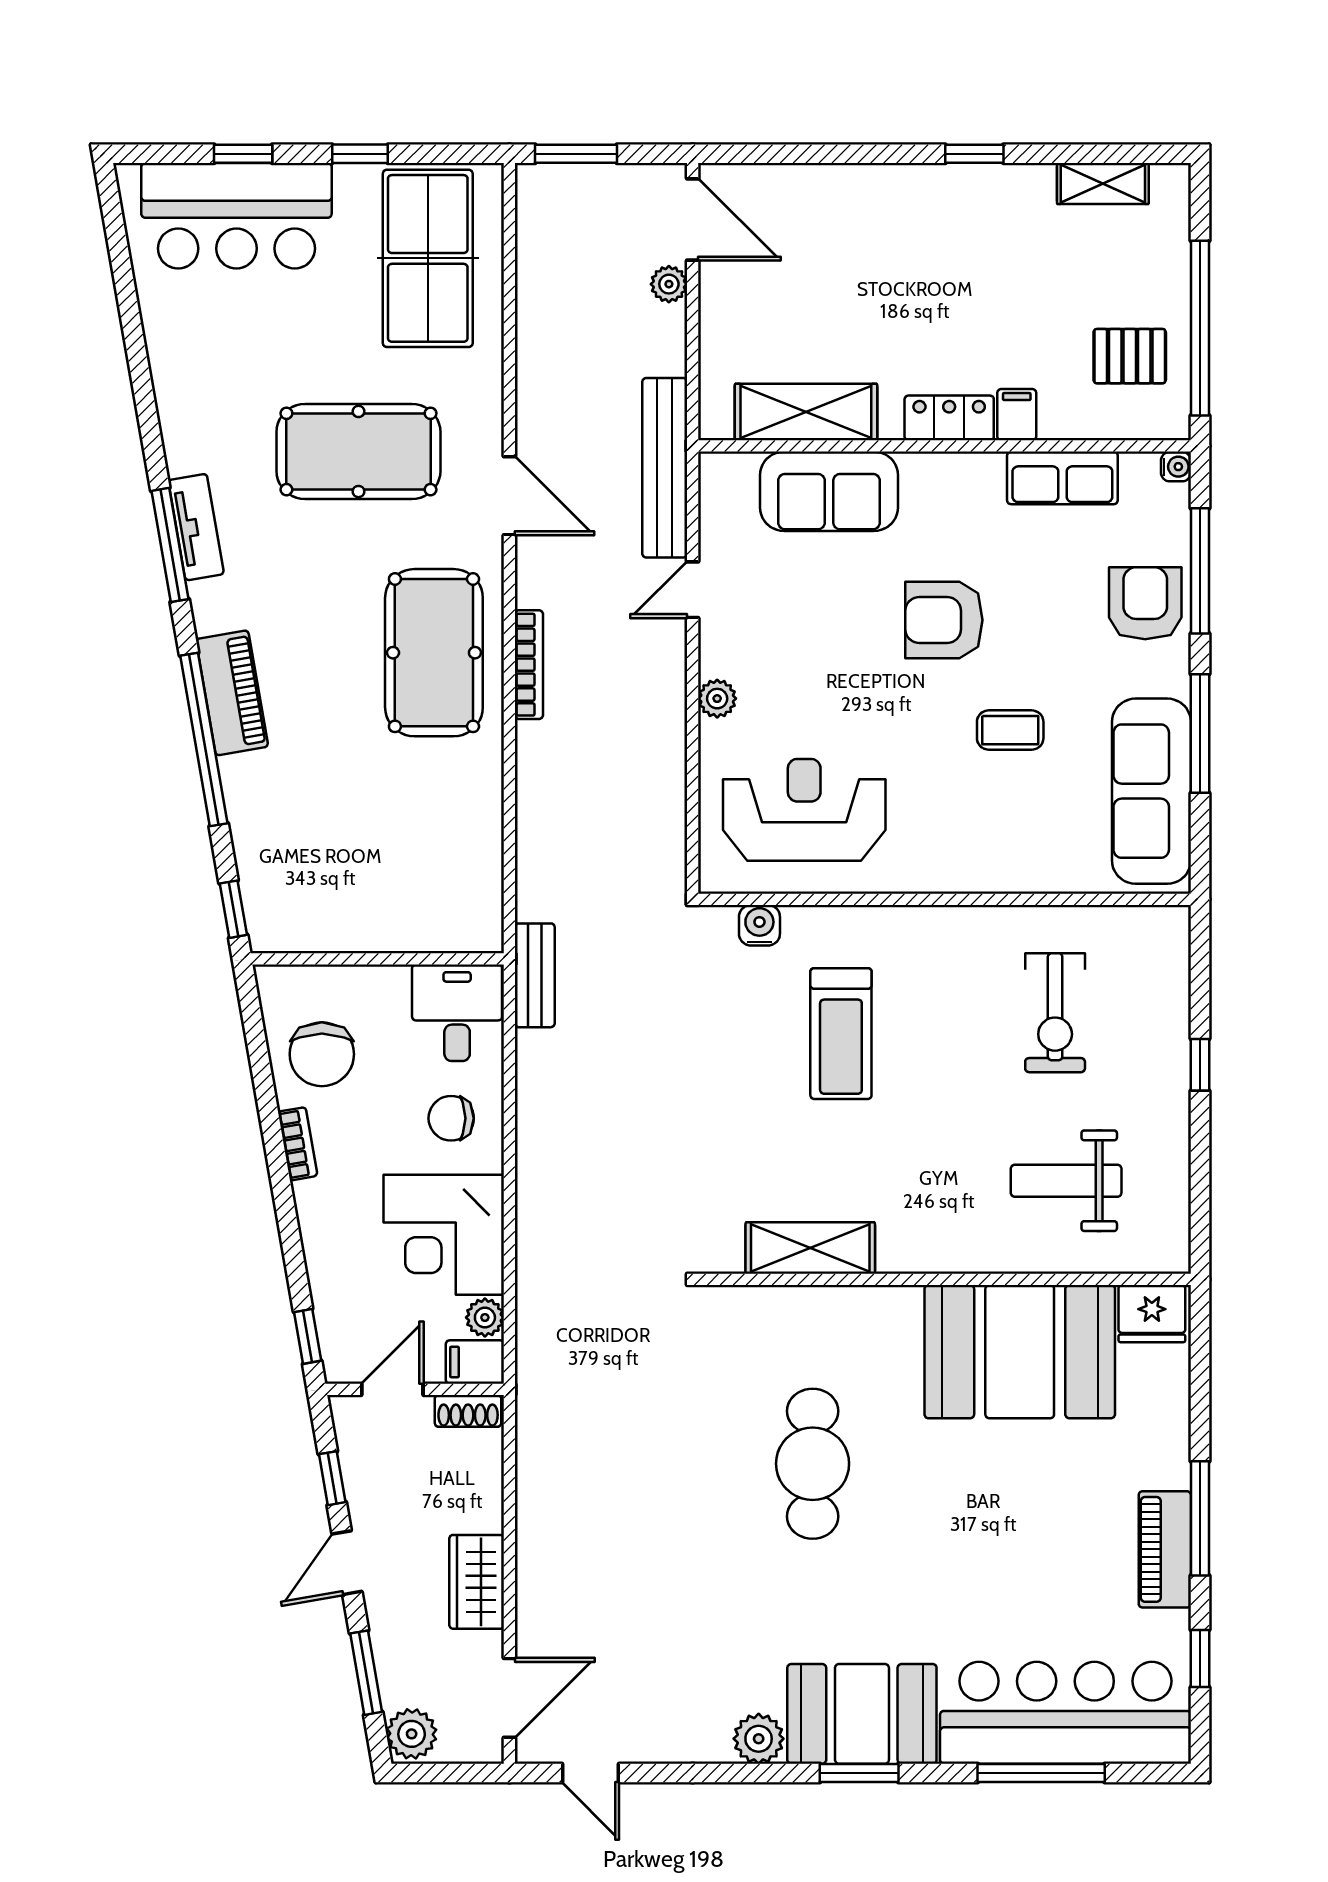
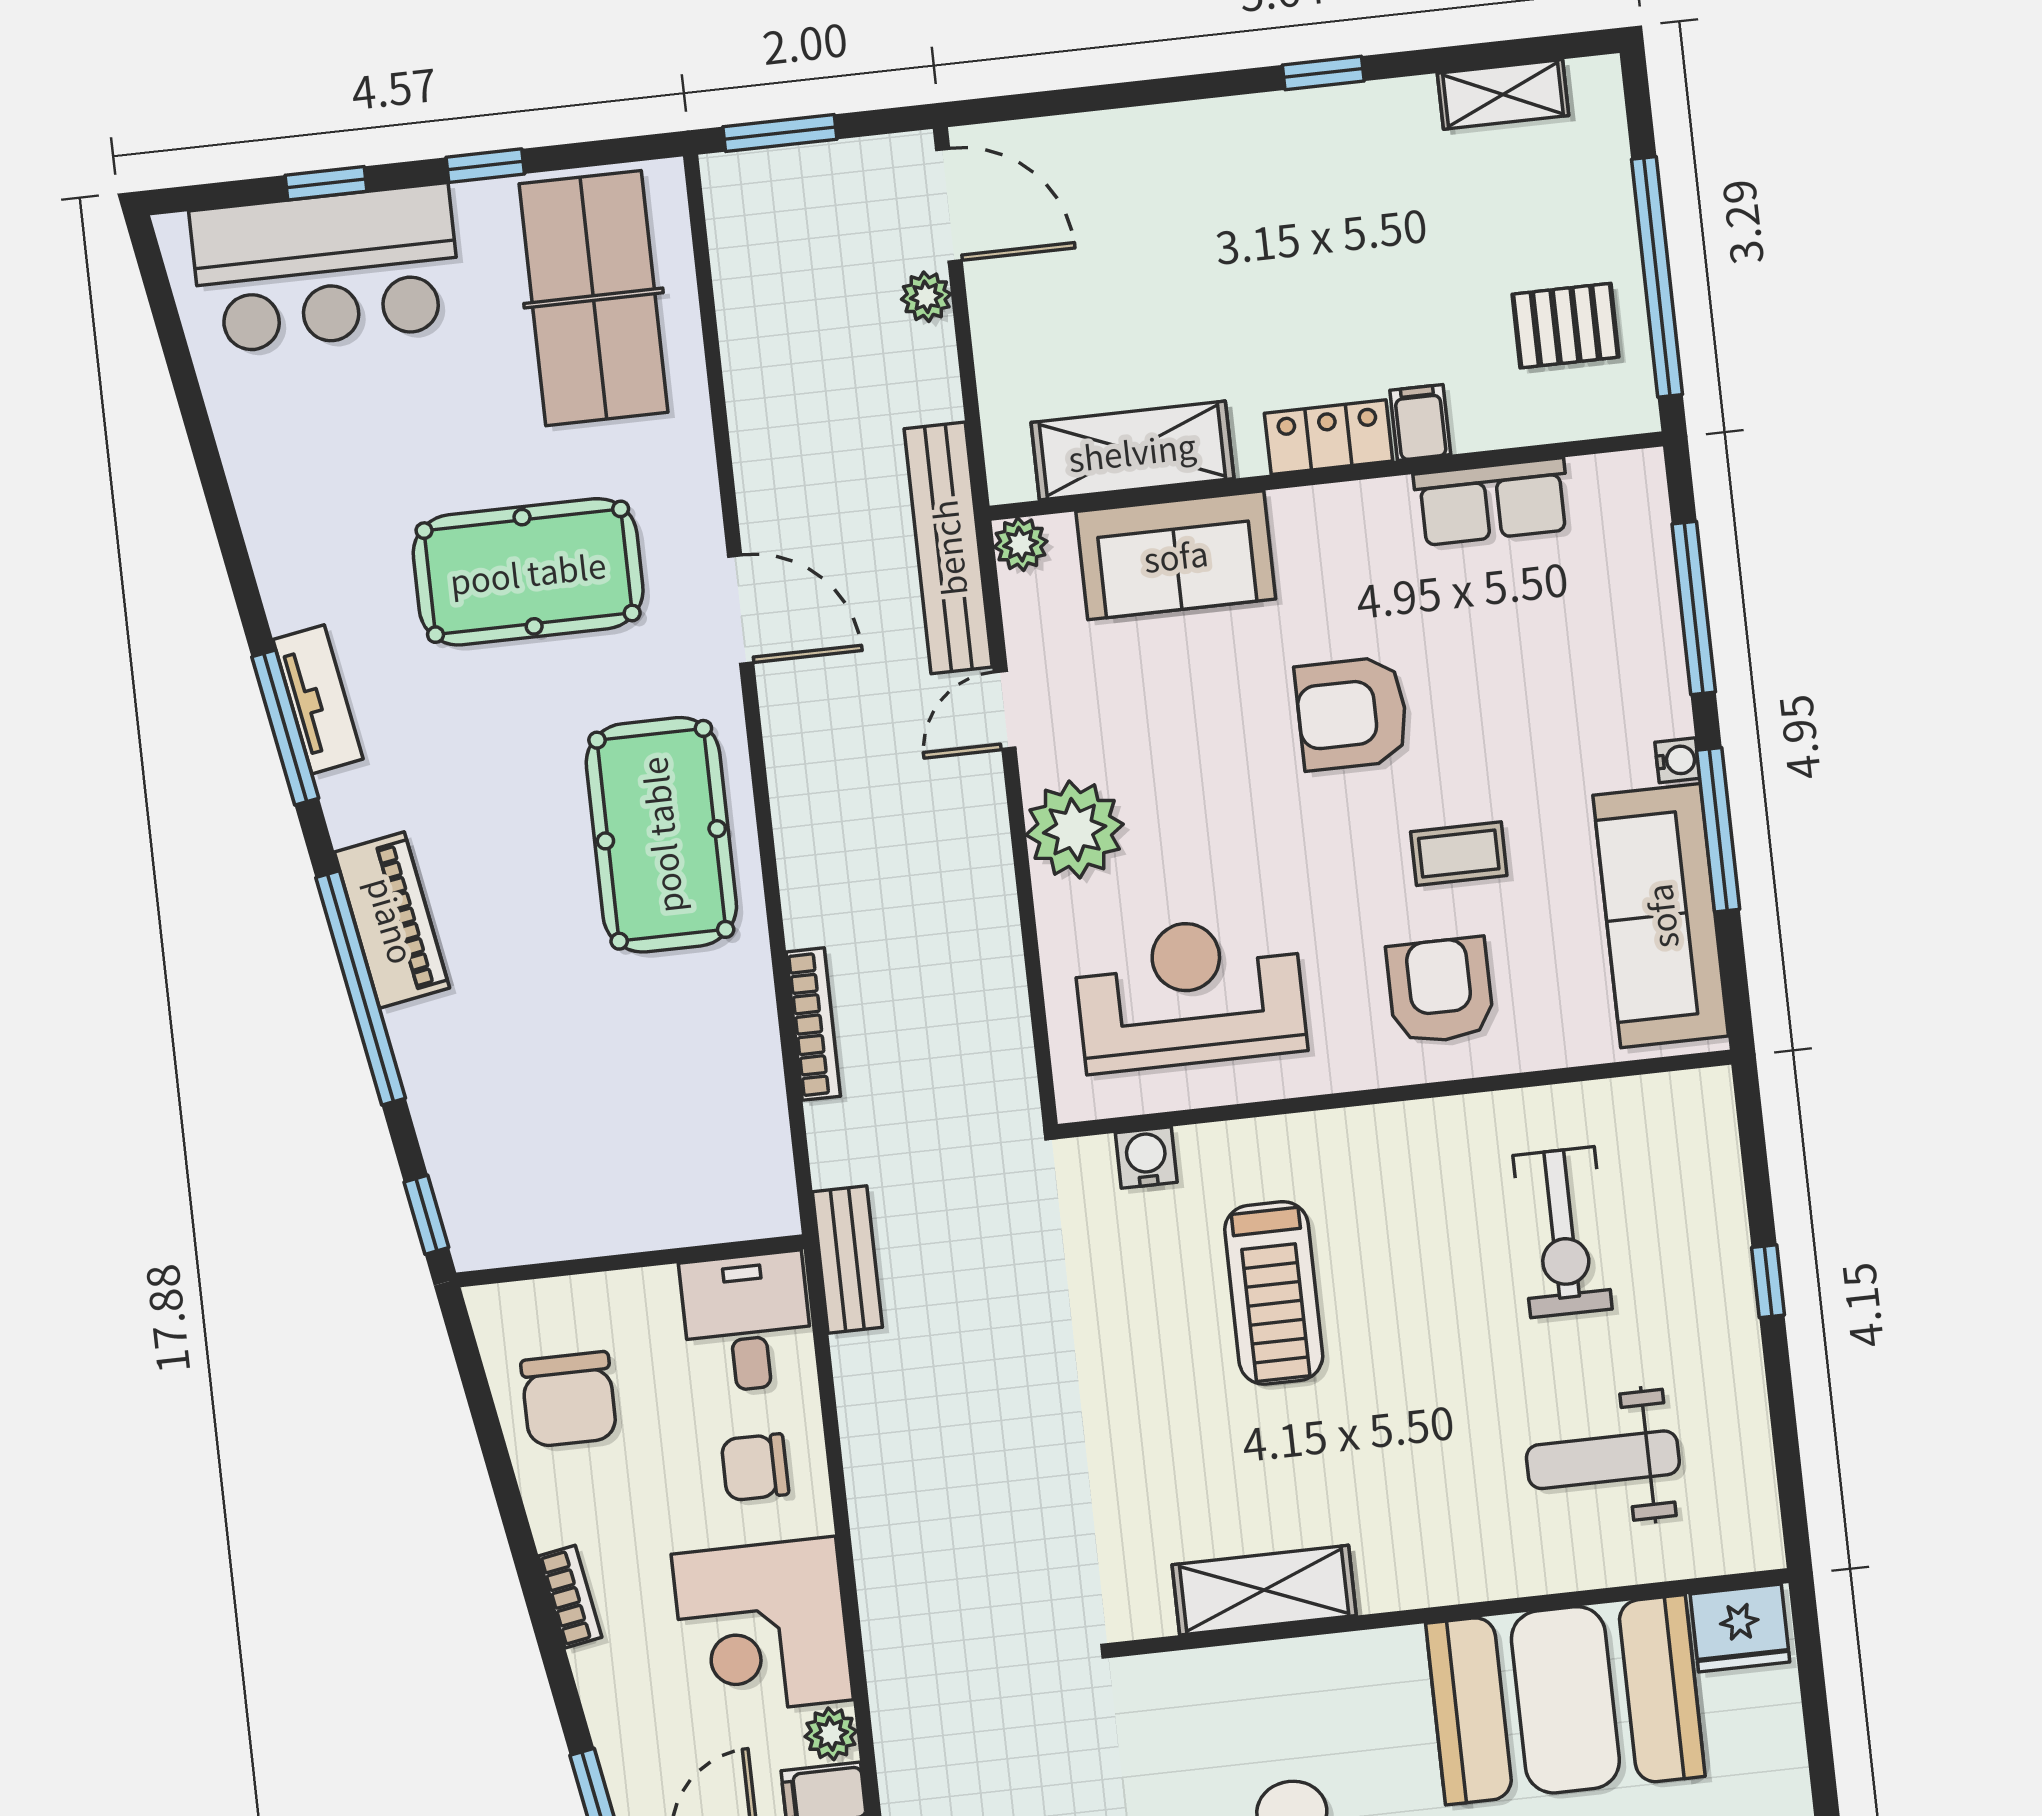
water cooler: (1176, 467) -> (1677, 760), moved
plant: (717, 471) -> (1021, 544), added
armchair: (1145, 603) -> (1440, 990), moved
bookcase: (529, 665) -> (813, 1024), moved
plant: (717, 699) -> (1075, 829), width x1.87, depth x1.87
bookcase: (298, 1144) -> (570, 1597), moved

